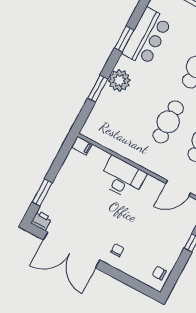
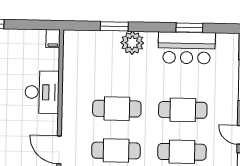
window: (124, 39) -> (189, 28), moved

